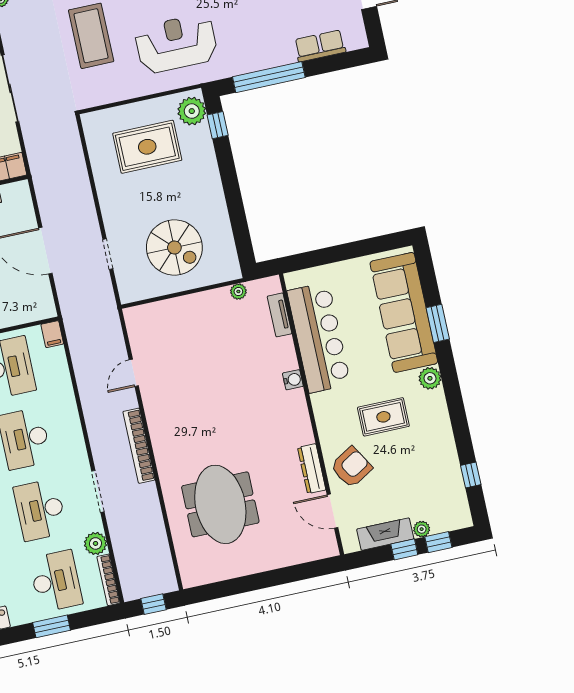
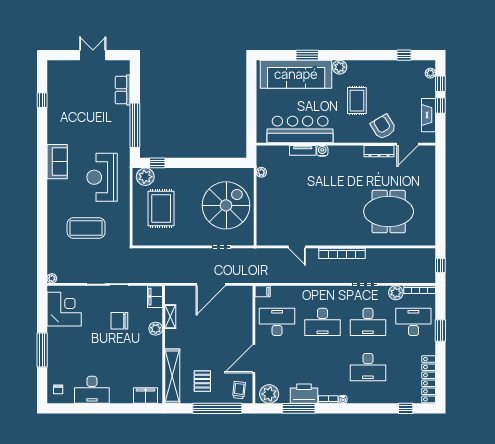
spiral stairs: (174, 247) -> (226, 205), width x1.37, depth x1.37
tv unit: (280, 315) -> (303, 150), moved
plant: (422, 529) -> (430, 73), moved

